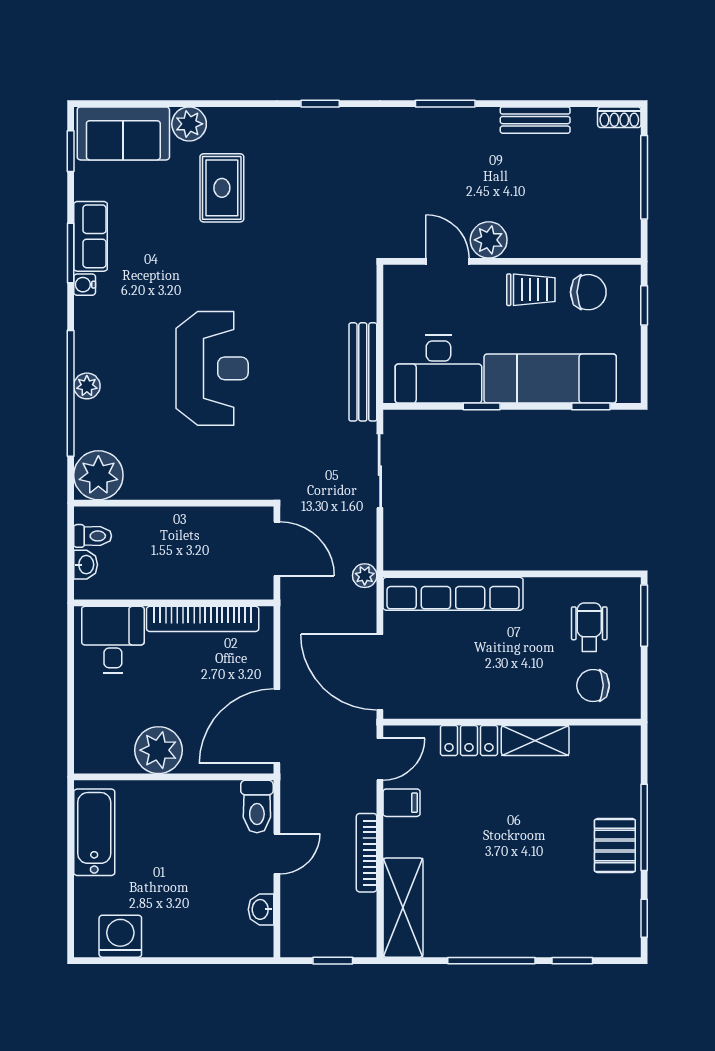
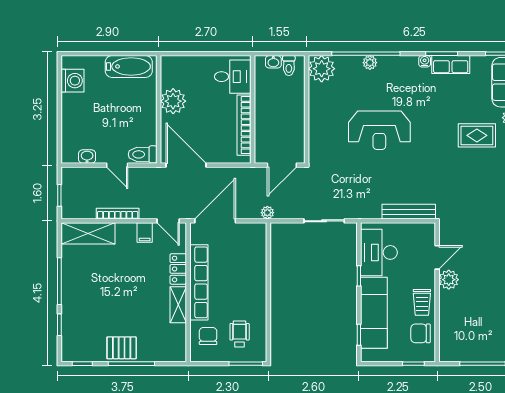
chair: (588, 292) -> (421, 333), turned 90
bench: (363, 372) -> (409, 212), moved
row of seats: (453, 594) -> (199, 282), moved, turned 180
wheelchair: (589, 627) -> (240, 334), turned -90

